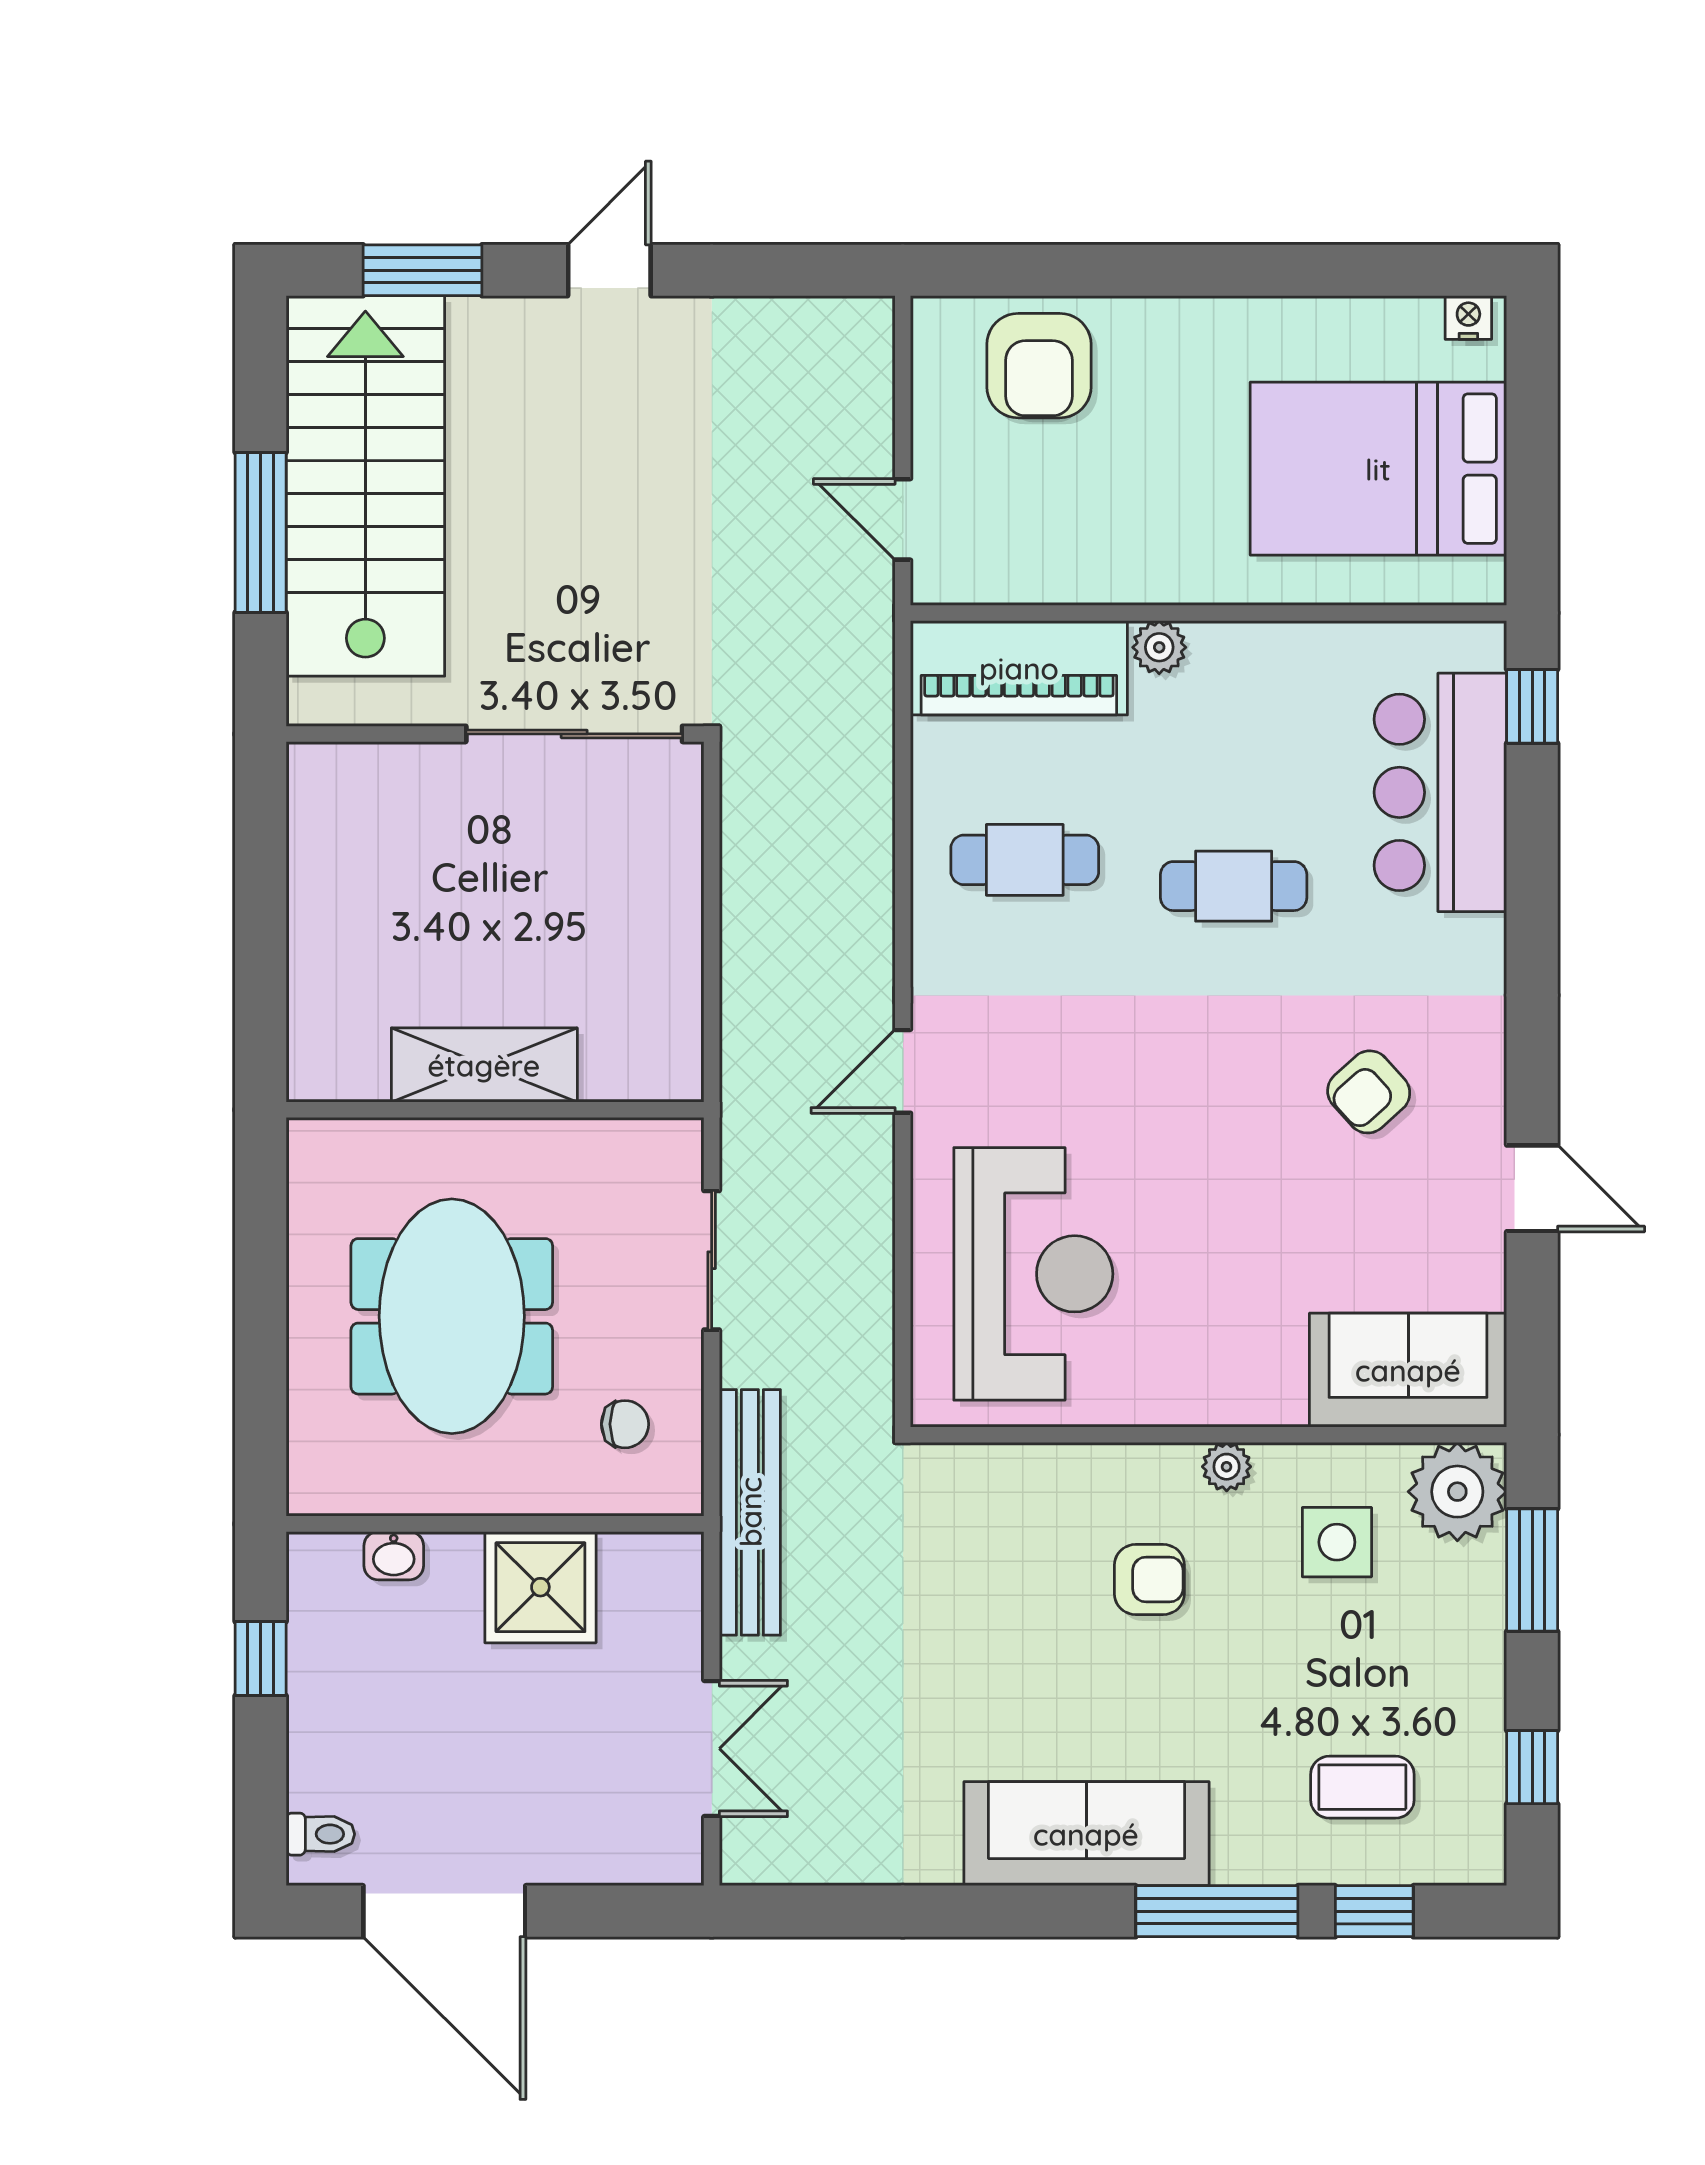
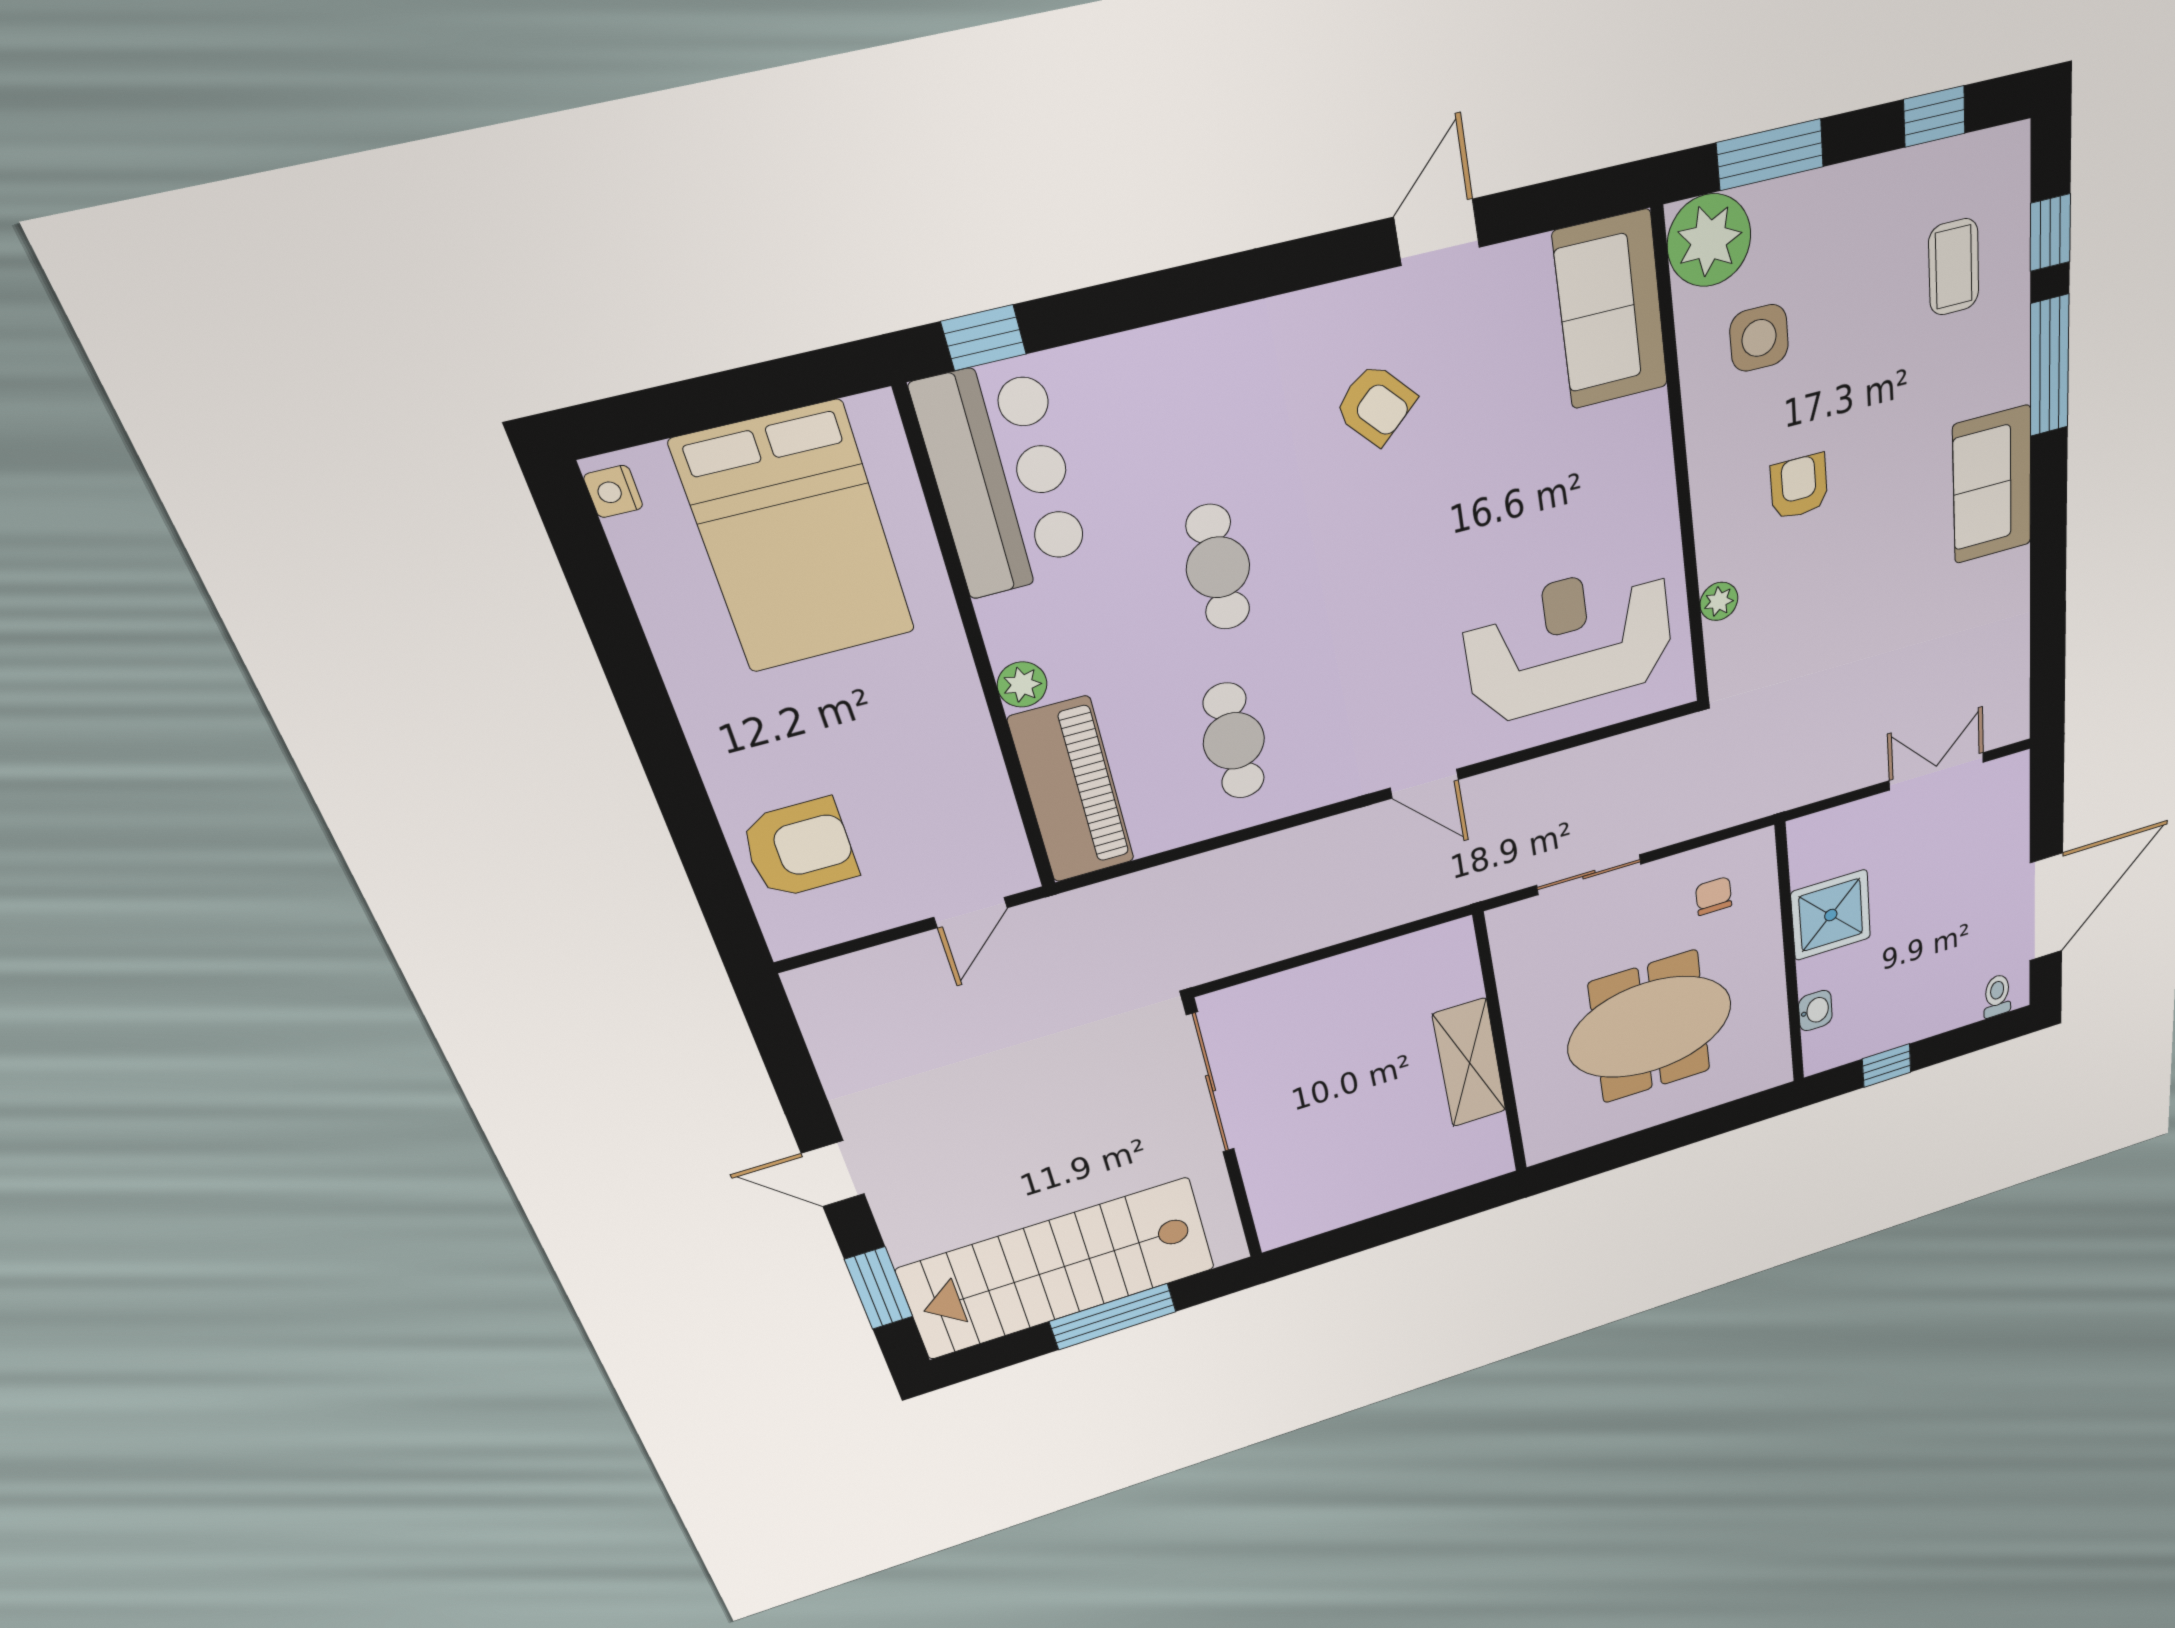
bar counter: (1440, 792) -> (1003, 479), moved, turned -90
plant: (1227, 1467) -> (1719, 601), moved
bench: (750, 1512) -> (1769, 795), removed
sofa: (1086, 1834) -> (1992, 485), width x0.73

